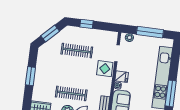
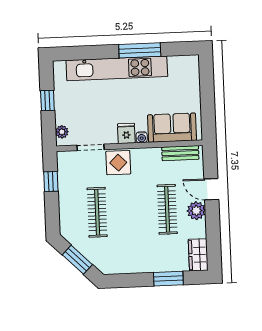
window: (87, 24) -> (51, 182), moved
window: (150, 32) -> (47, 100), width x0.46
window: (30, 76) -> (168, 279), moved

